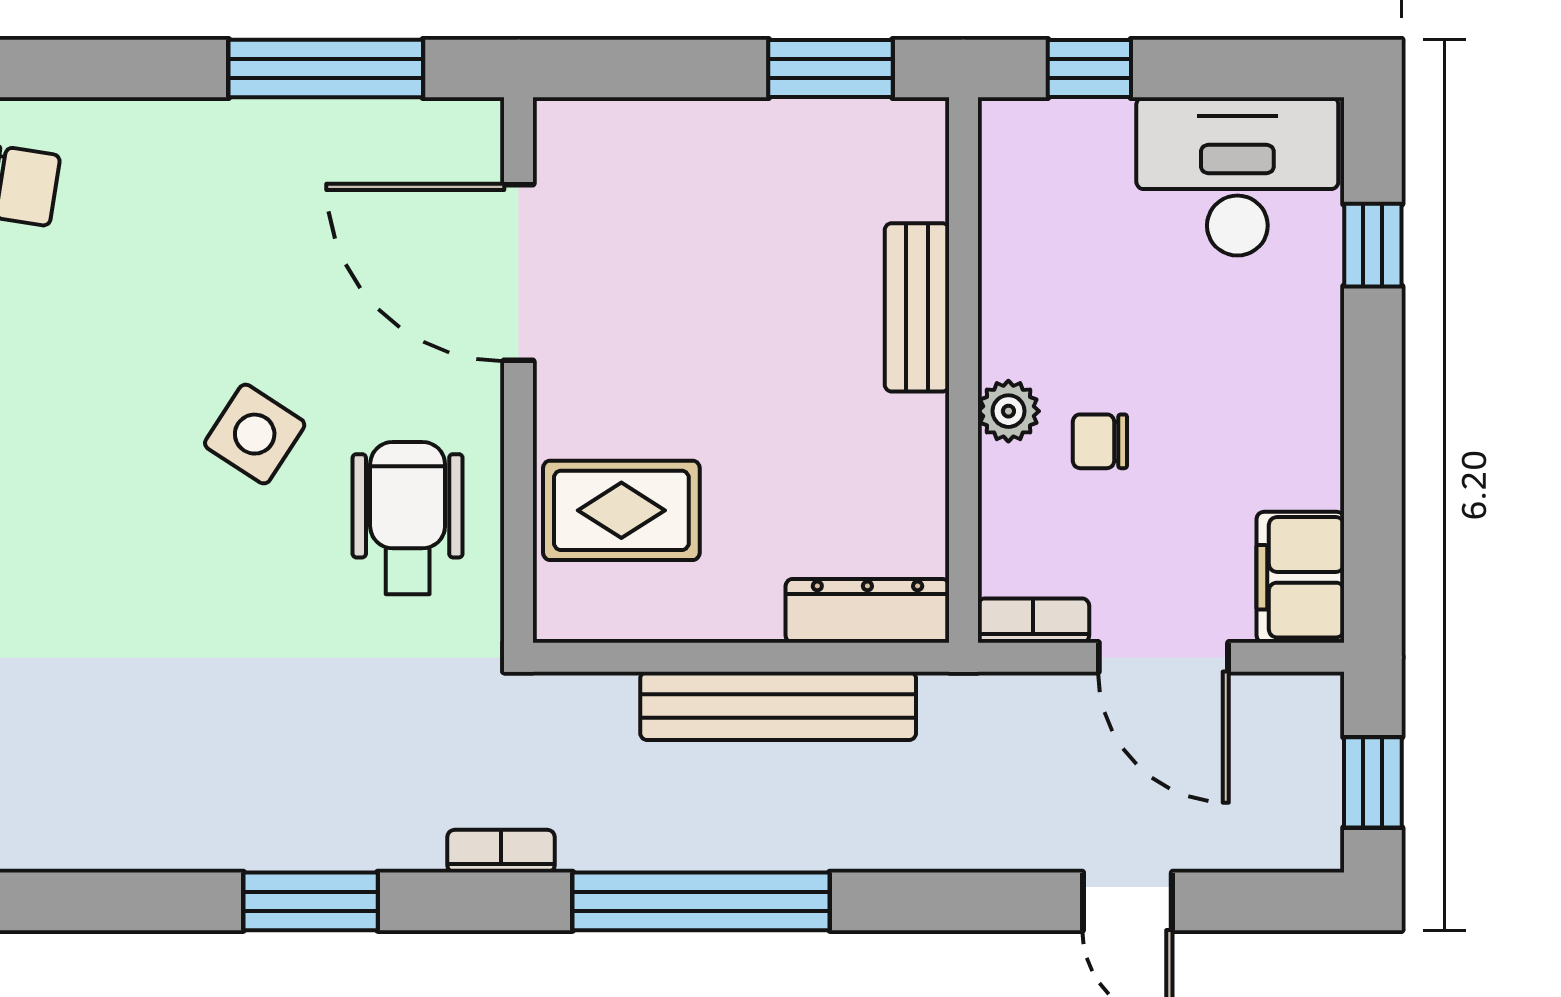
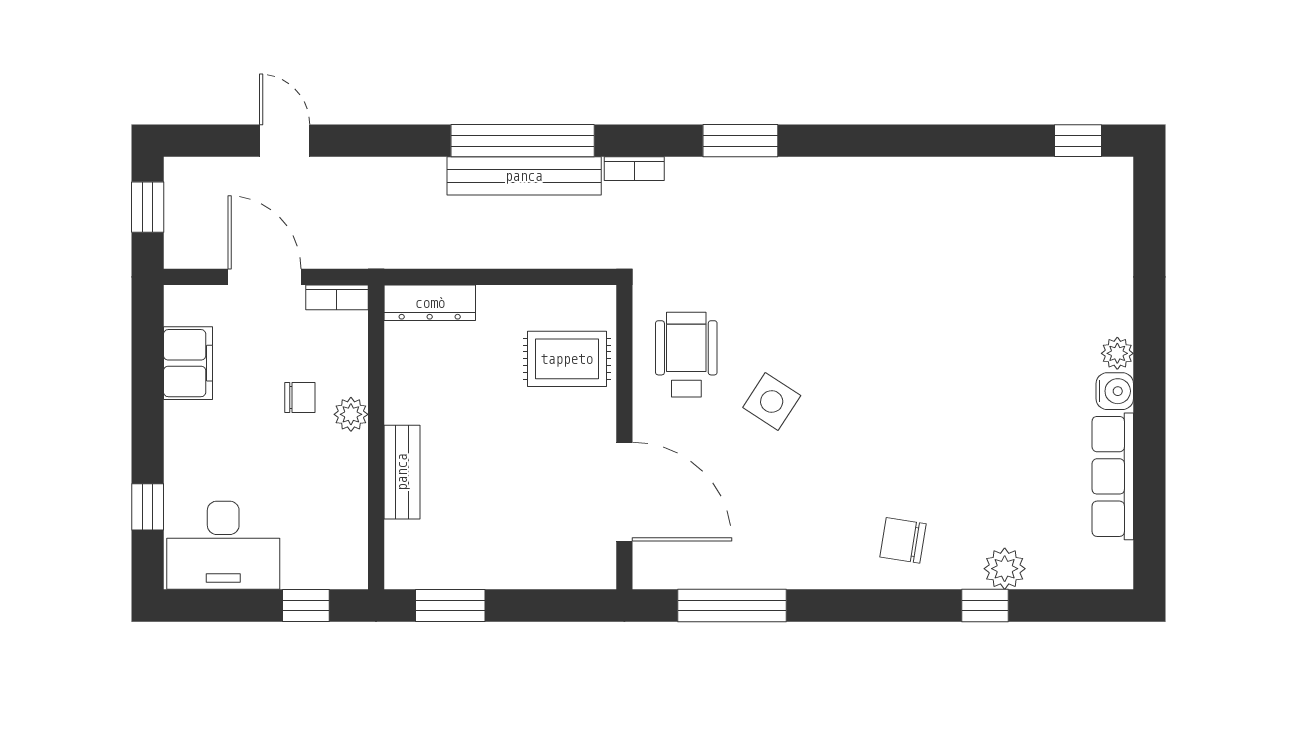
wheelchair: (408, 518) -> (686, 355), turned 180
filing cabinet: (1300, 577) -> (188, 363), moved
bench: (778, 706) -> (524, 176), moved

